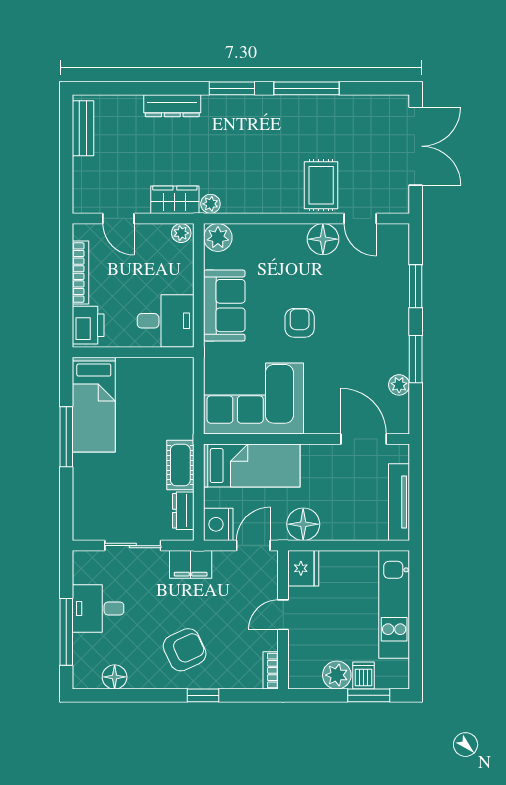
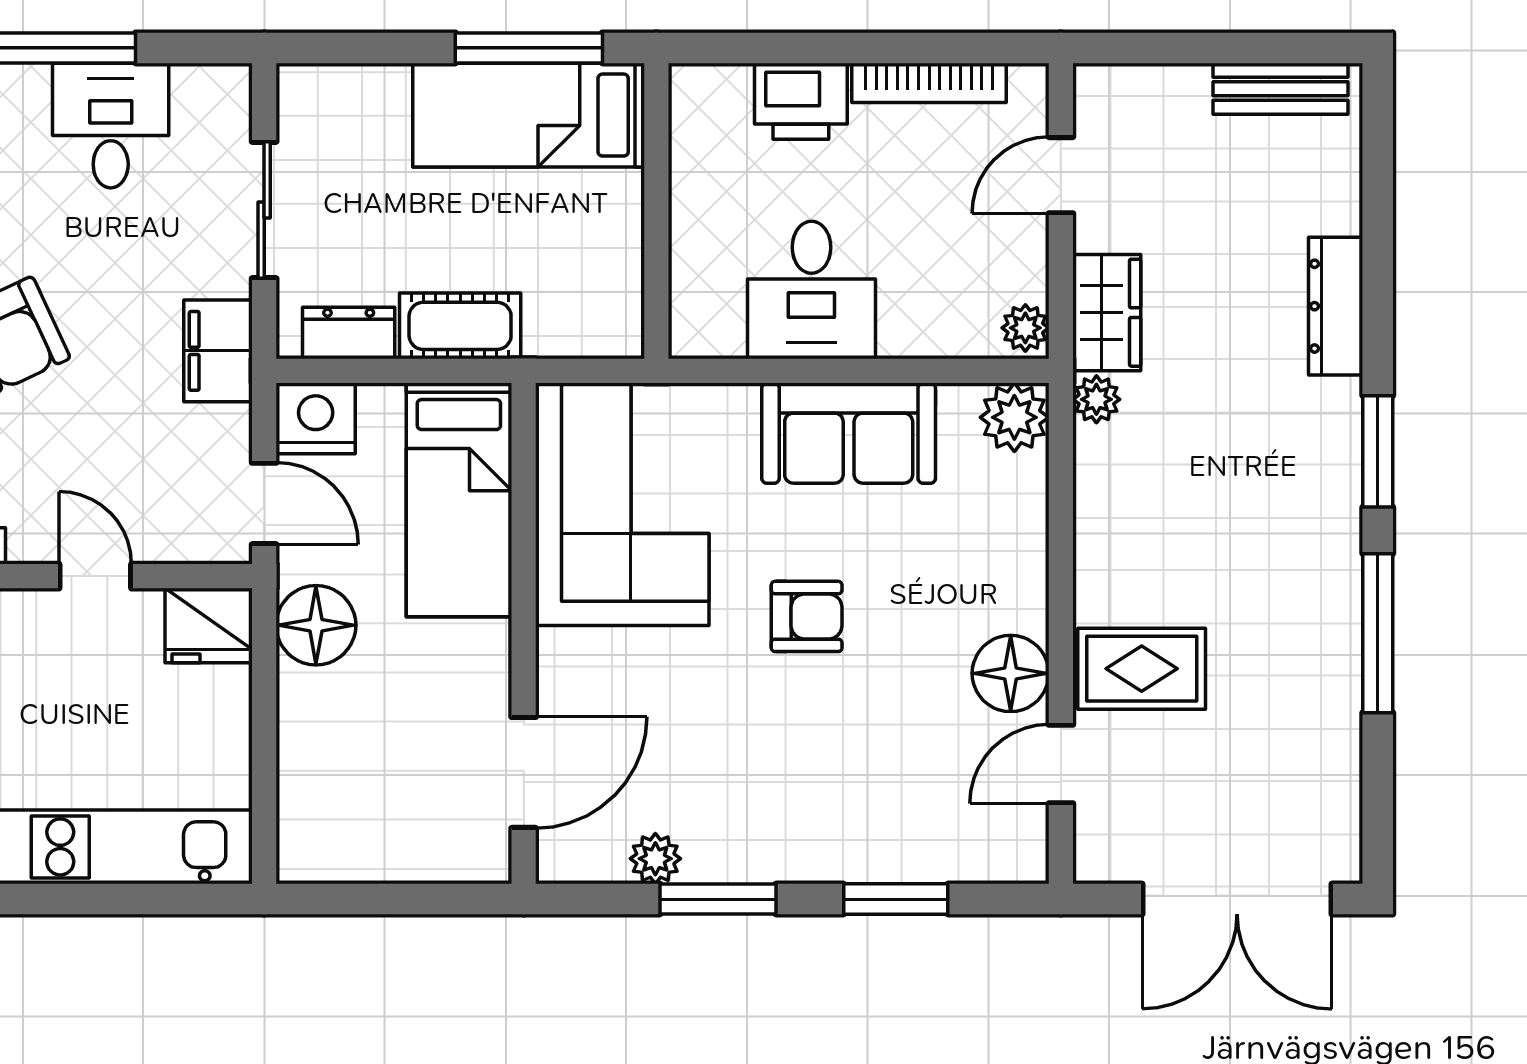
wall: (133, 352) -> (656, 211), moved
bed: (94, 405) -> (529, 115), moved
tv unit: (399, 502) -> (370, 859), removed

